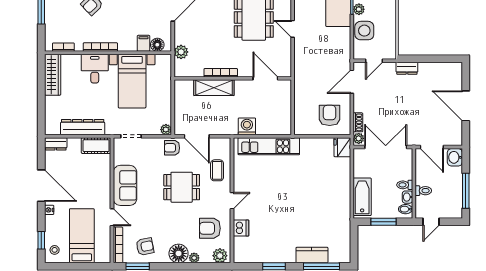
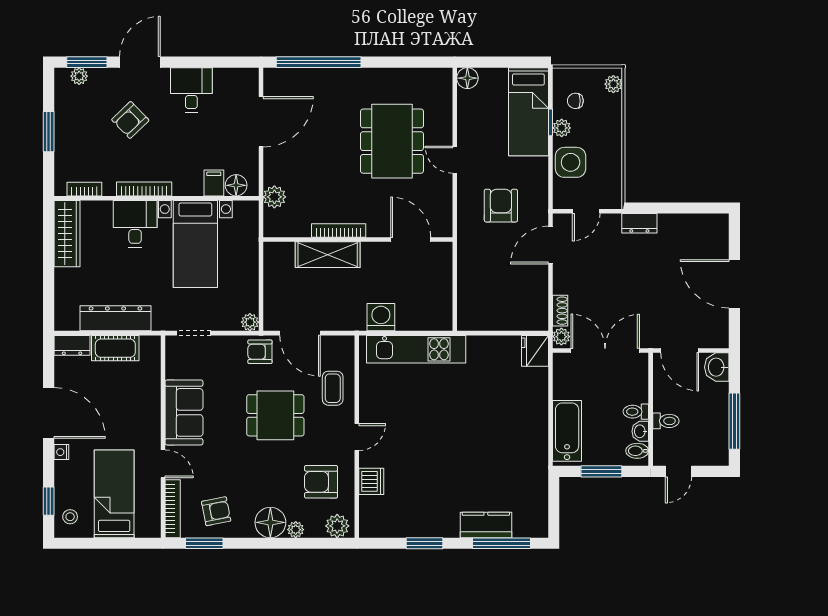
armchair: (330, 115) -> (501, 206), moved
cot: (96, 146) -> (115, 348), moved

